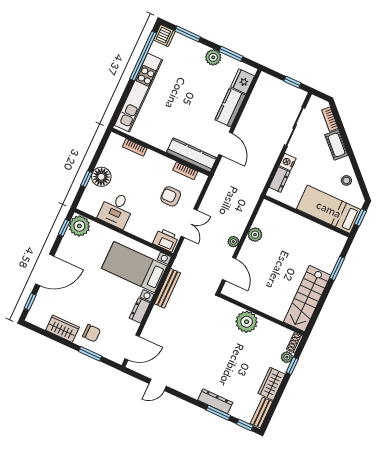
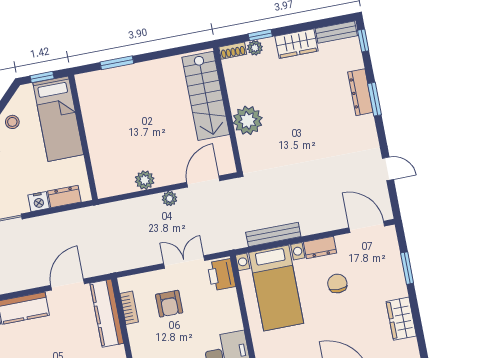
stairs: (307, 299) -> (206, 96), moved, turned 90
chair: (92, 333) -> (337, 284), moved
window: (218, 413) -> (375, 99), moved

